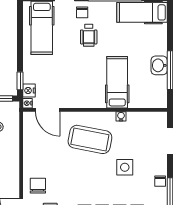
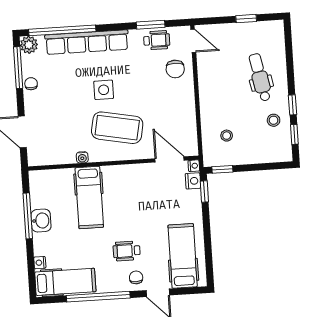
nightstand: (162, 30) -> (40, 263), added
wheelchair: (89, 35) -> (127, 251), turned -90
side table: (125, 167) -> (104, 90), moved

